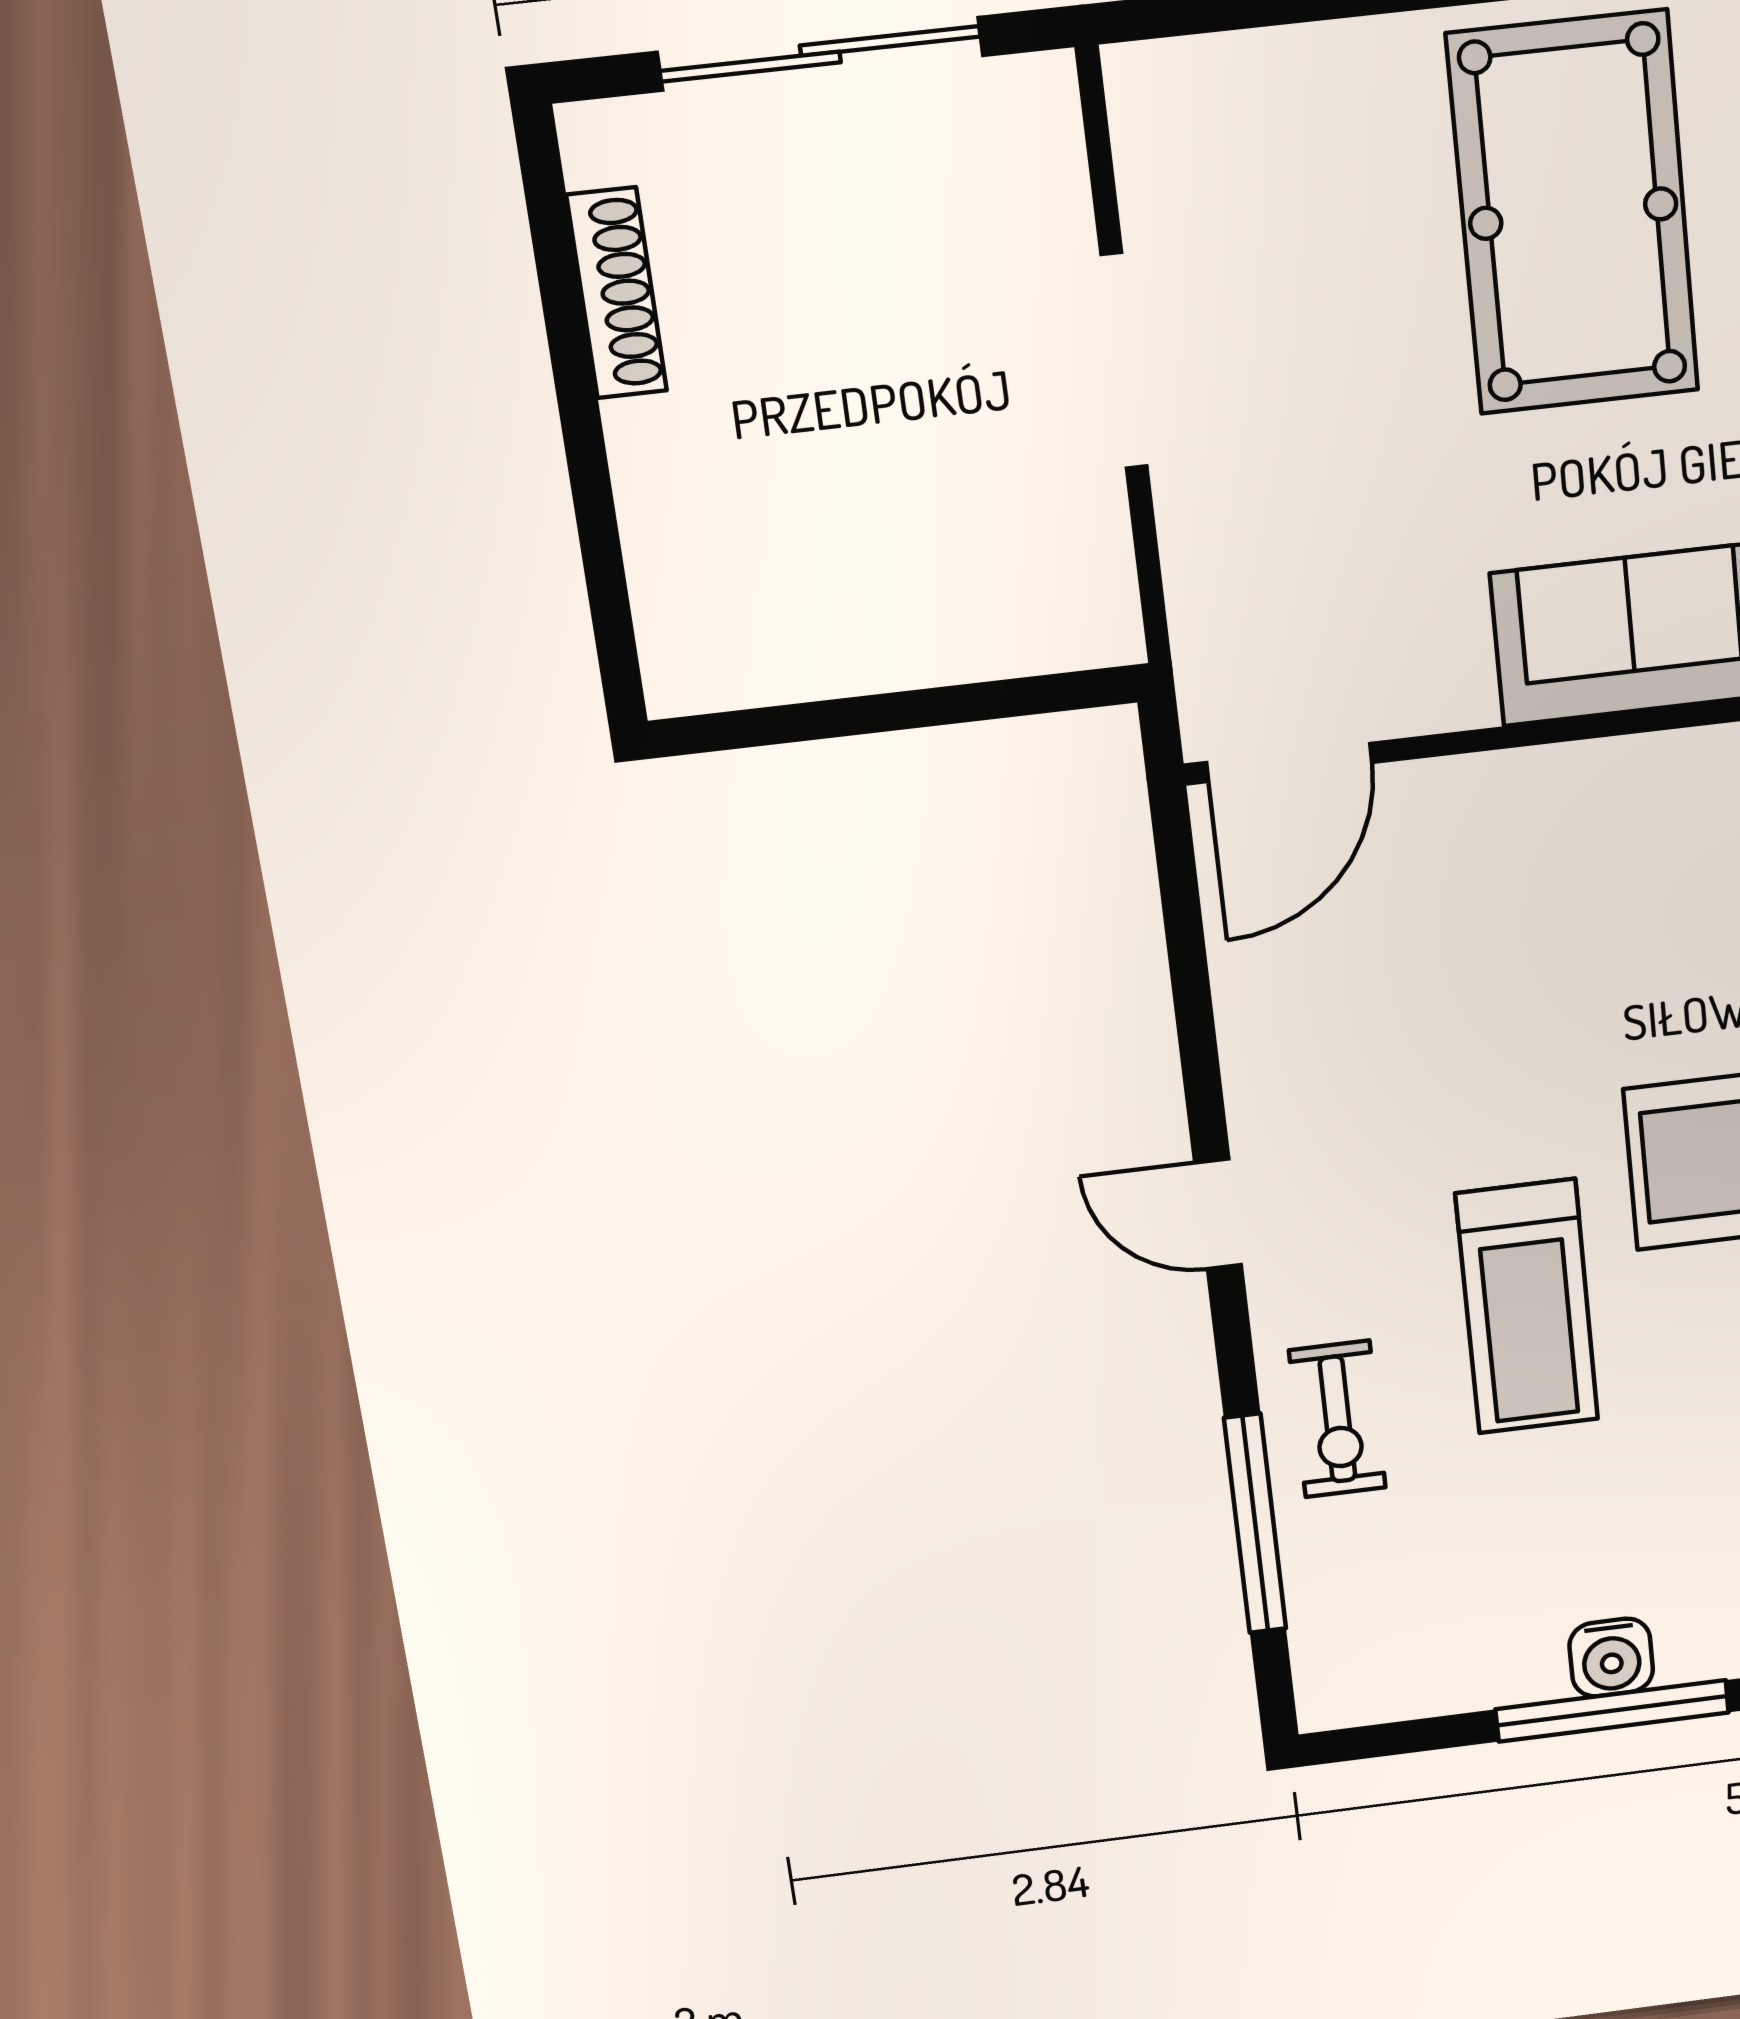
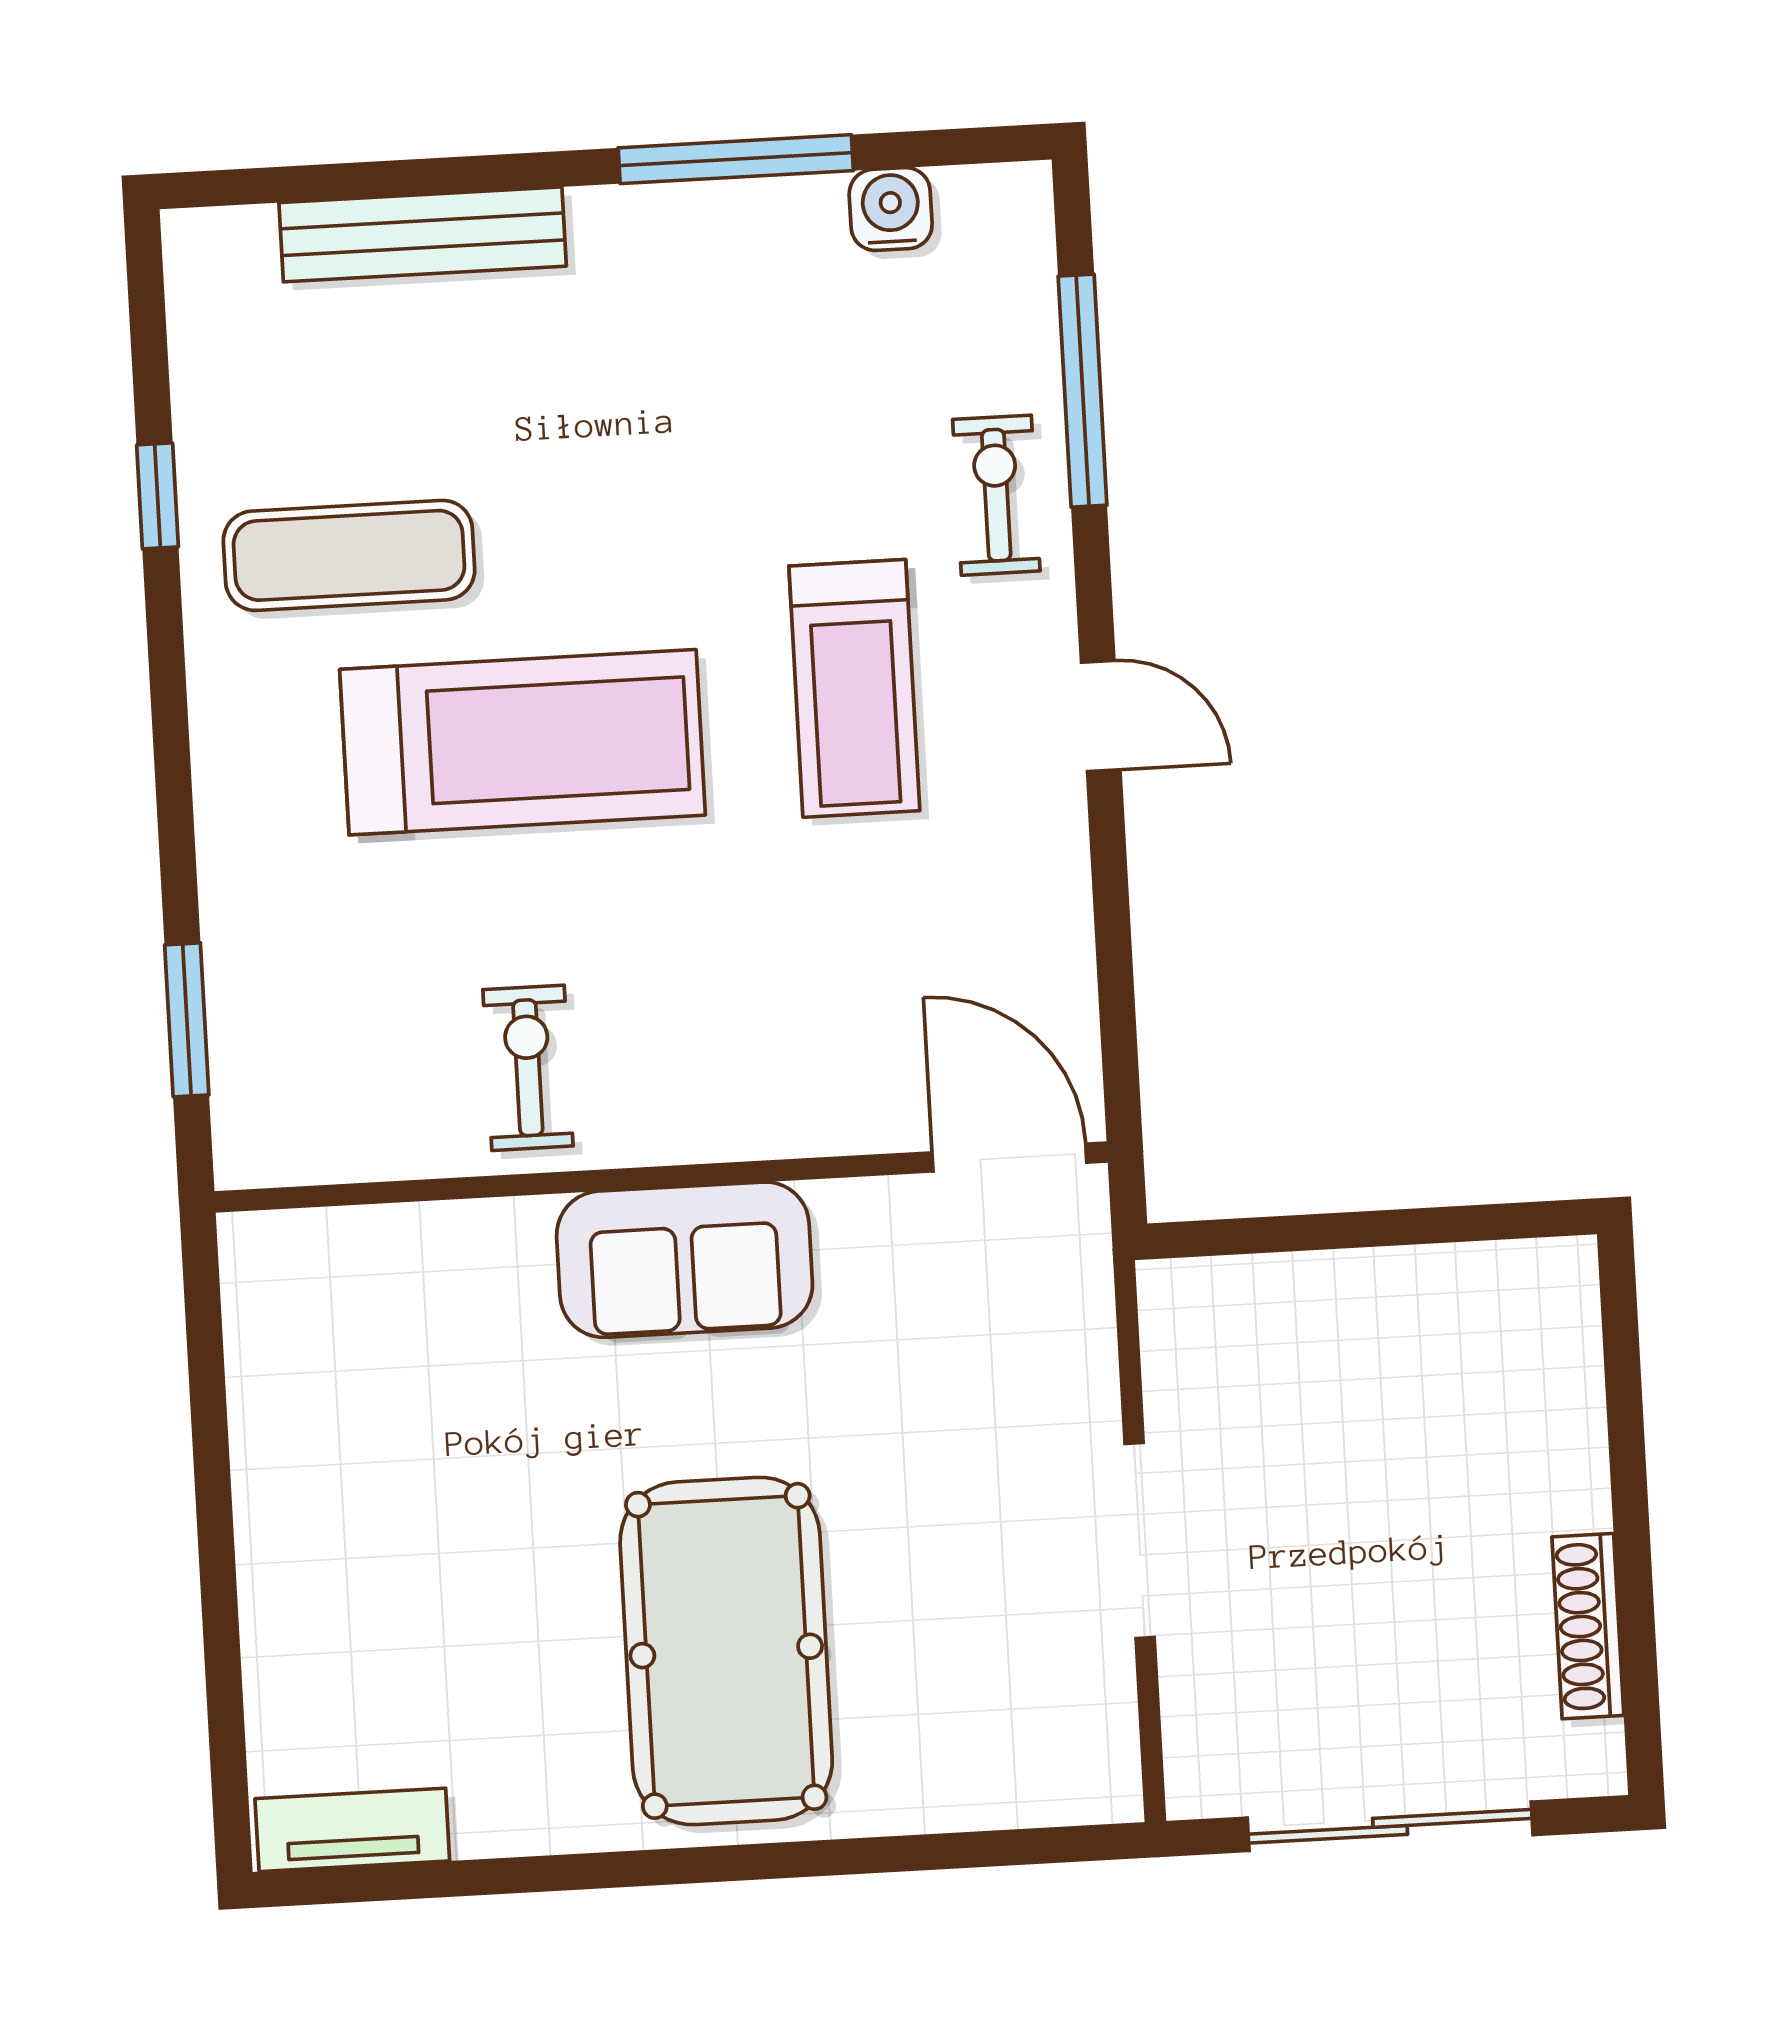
door: (1289, 762) -> (1009, 1157), hinge flipped
treadmill: (1527, 1307) -> (854, 688), moved, turned 180
water cooler: (1611, 1658) -> (891, 209), moved

